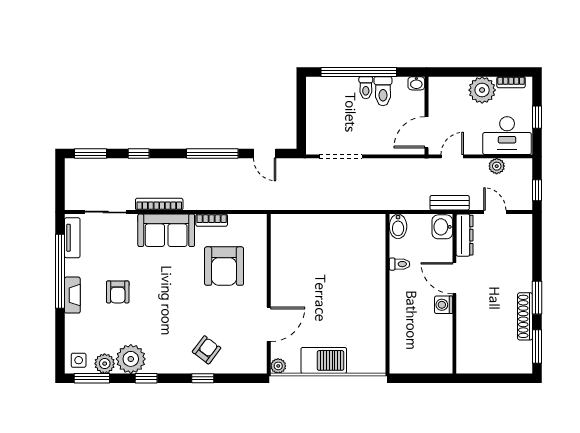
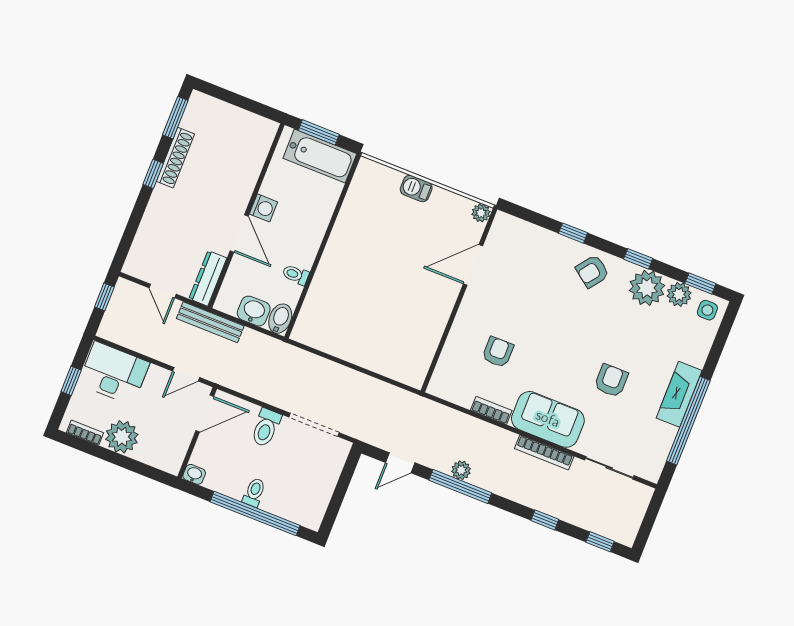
toilet: (383, 91) -> (266, 428), moved, turned 180
window: (90, 154) -> (600, 542), width x0.67
door: (265, 154) -> (400, 463), swing flipped
plant: (497, 166) -> (461, 470), moved
bench: (450, 203) -> (210, 322), width x1.36
washbasin: (442, 227) -> (254, 311), moved, turned -90
tv unit: (72, 238) -> (659, 453), removed
armchair: (224, 266) -> (498, 352), width x0.53, depth x0.53
armchair: (118, 292) -> (611, 381), moved
fireplace: (72, 295) -> (679, 394), width x1.37, depth x1.32
window: (537, 298) -> (153, 174), width x0.67
armchair: (207, 350) -> (592, 271), moved
barbecue: (324, 360) -> (416, 188), width x0.53, depth x0.65
bathtub: (417, 361) -> (320, 156), added
window: (92, 378) -> (700, 283), width x0.67
window: (424, 378) -> (319, 132), added

